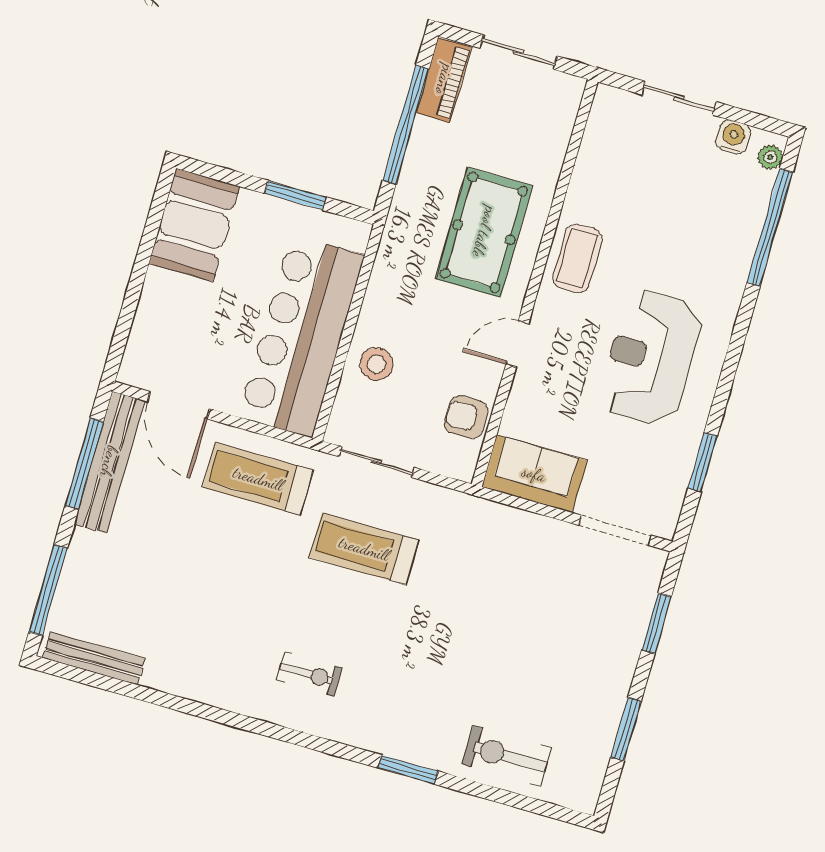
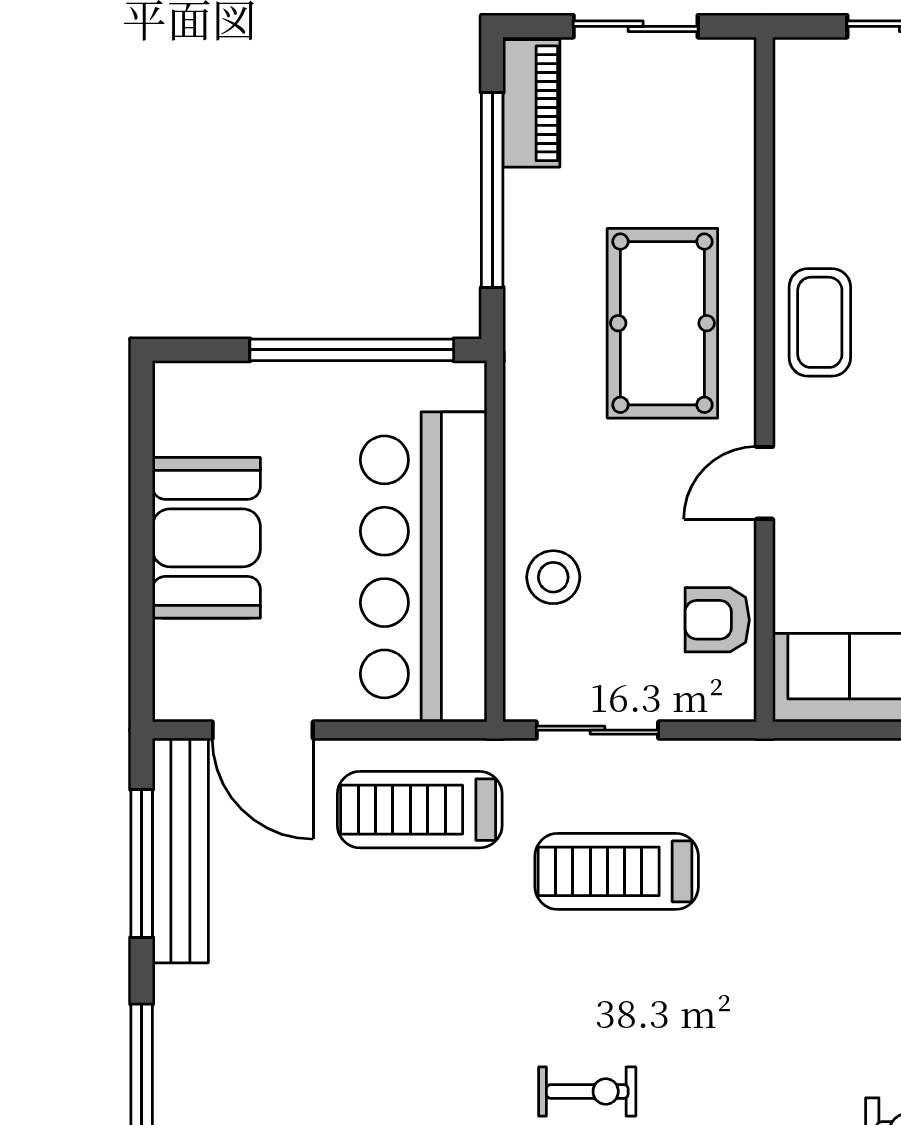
window: (296, 195) -> (352, 350), width x2.11
booth: (194, 225) -> (206, 538), moved

